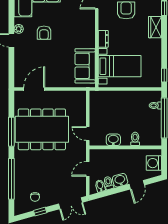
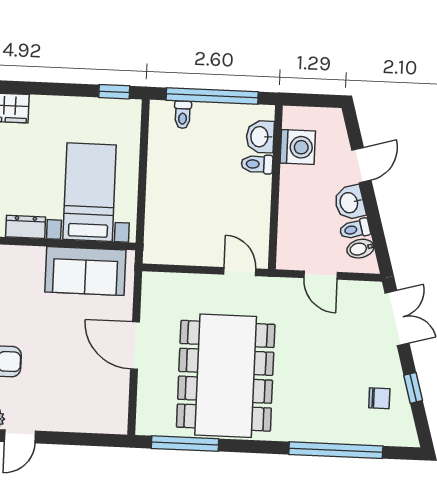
door: (34, 89) -> (135, 346), moved
window: (11, 132) -> (185, 444), moved
door: (88, 133) -> (240, 272), swing flipped
washbasin: (113, 140) -> (260, 137), moved
washing machine: (154, 163) -> (298, 147), moved, turned -90
door: (137, 185) -> (361, 165), hinge flipped

